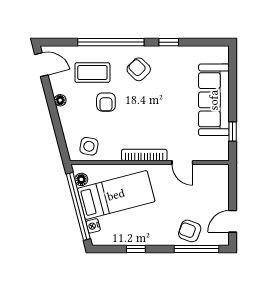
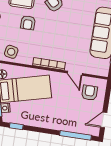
armchair: (190, 231) -> (90, 93), moved, turned 70
window: (136, 249) -> (16, 126), moved

